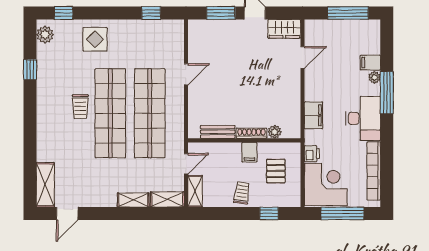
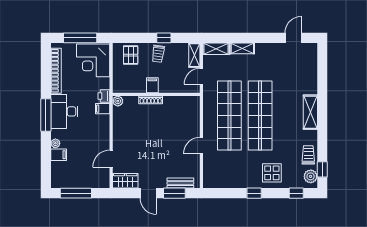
window: (151, 13) -> (254, 193), moved
window: (30, 70) -> (322, 169), moved
window: (387, 93) -> (46, 115), moved
trolley: (80, 107) -> (308, 155), moved
filing cabinet: (314, 115) -> (103, 109), width x0.50
bench: (218, 132) -> (180, 183), moved
plant: (275, 132) -> (118, 101), moved
printer: (312, 154) -> (104, 96), moved
pallet: (276, 171) -> (131, 55), moved
shelving: (45, 185) -> (310, 112), moved
window: (269, 213) -> (164, 38), moved

